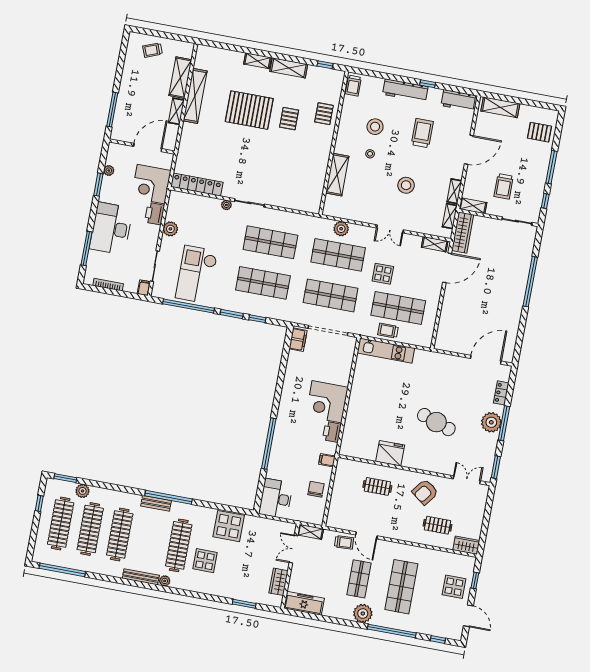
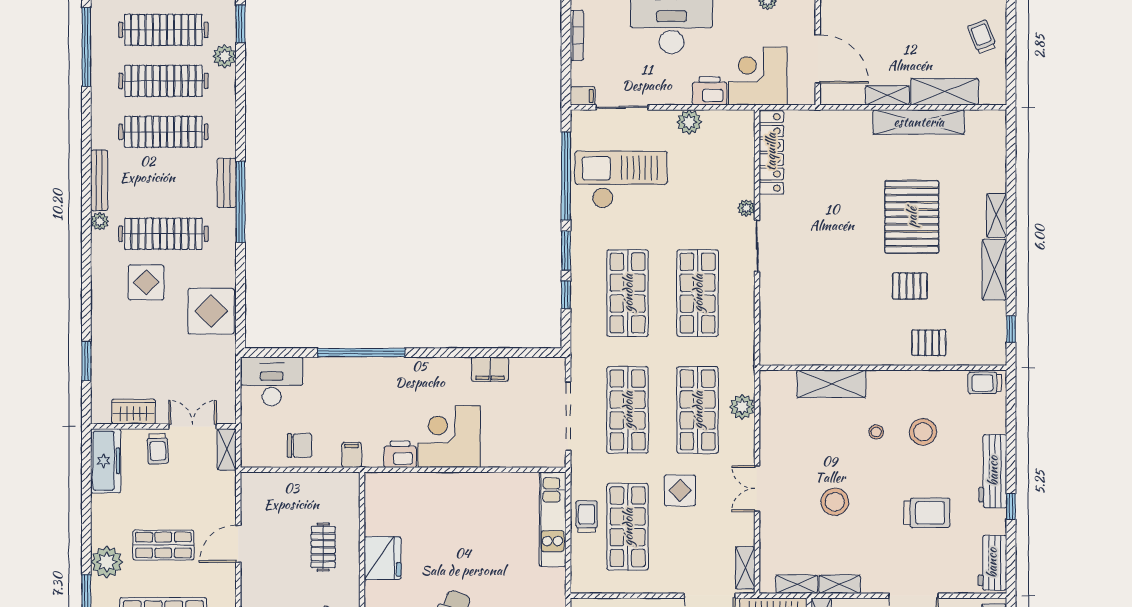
filing cabinet: (298, 340) -> (490, 369), moved
trolley: (344, 542) -> (158, 449), moved

